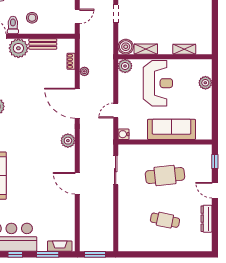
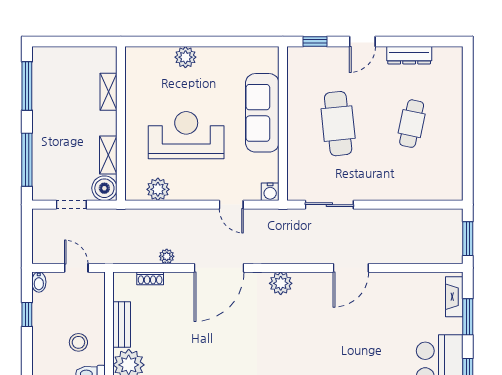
boiler: (126, 47) -> (104, 188), moved
shelving: (146, 49) -> (108, 155), moved
shelving: (184, 49) -> (109, 92), moved
wall: (165, 57) -> (121, 124), moved

